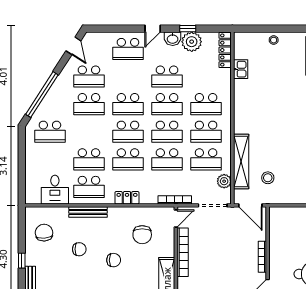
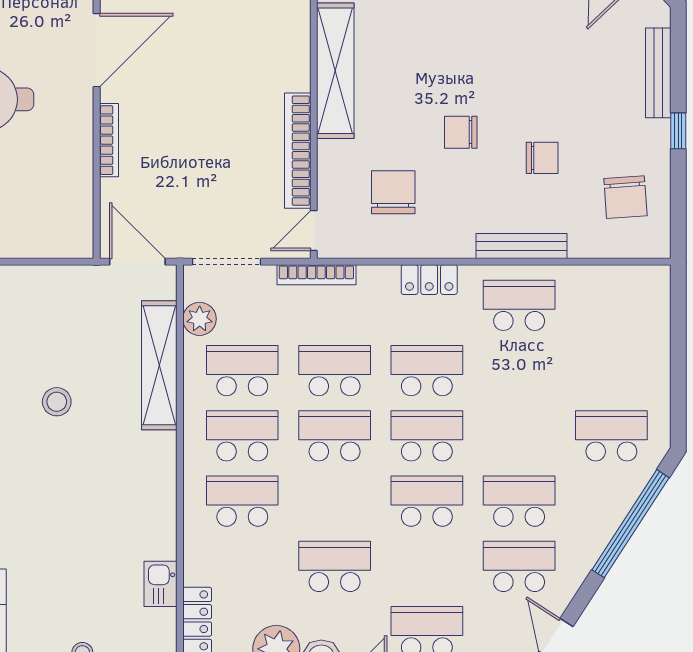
school desk: (167, 104) -> (335, 501), removed
school desk: (89, 159) -> (519, 371), removed
stool: (268, 178) -> (57, 402), moved
desk: (55, 190) -> (600, 299), removed
chair: (79, 249) -> (542, 158), turned 180

